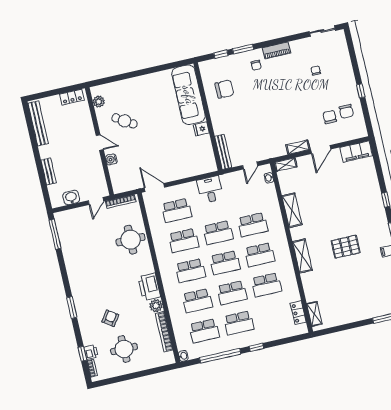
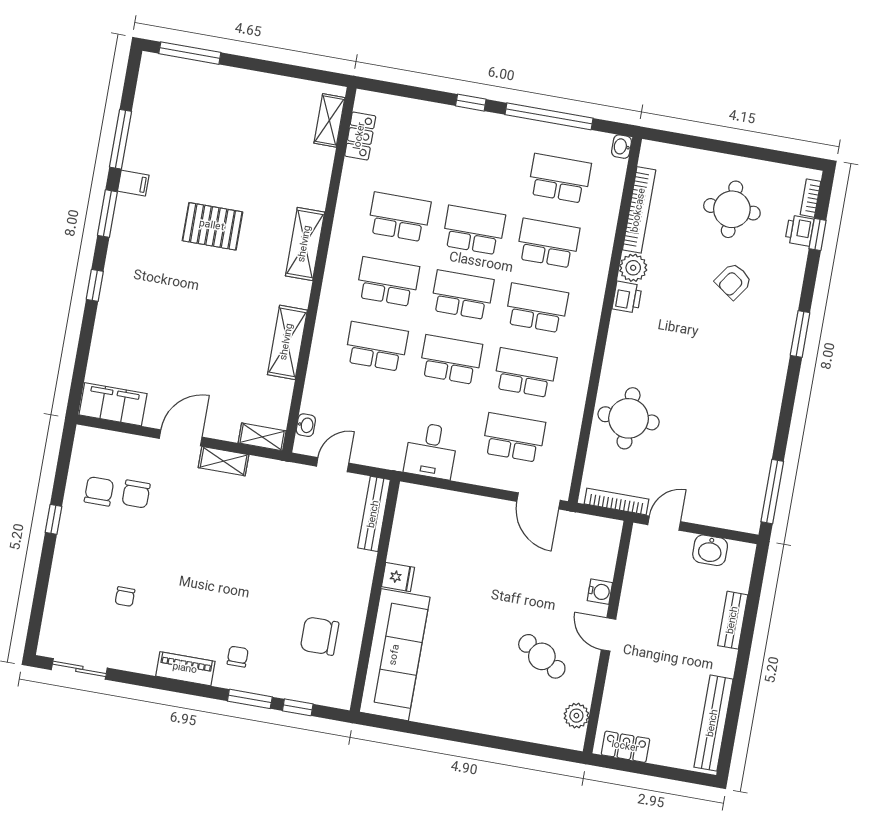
printer: (149, 287) -> (627, 297), width x0.53, depth x0.68
school desk: (239, 323) -> (485, 165), removed

